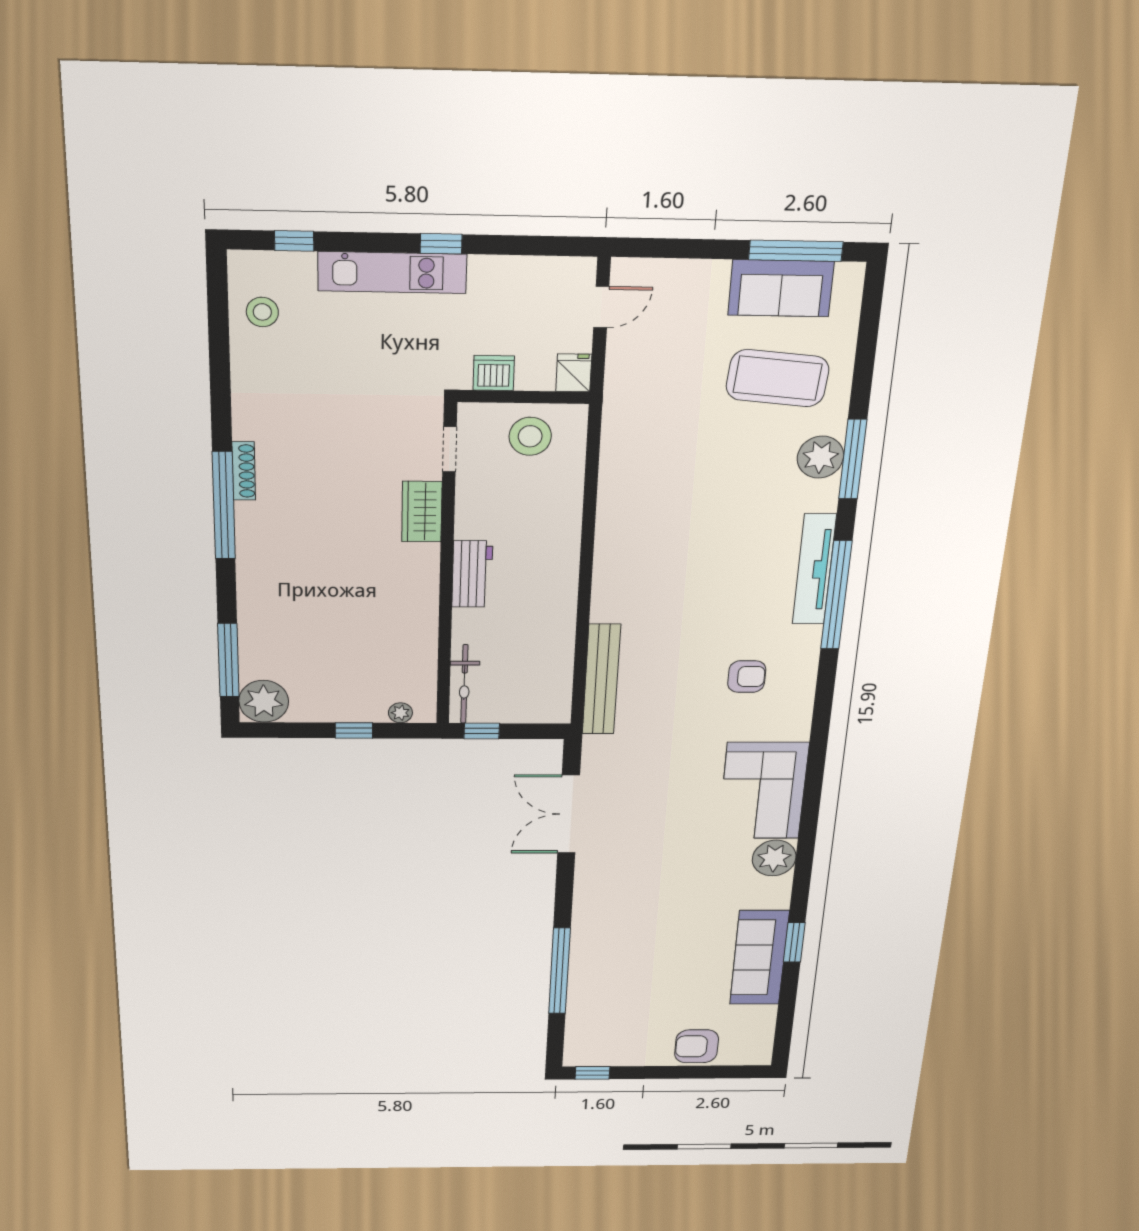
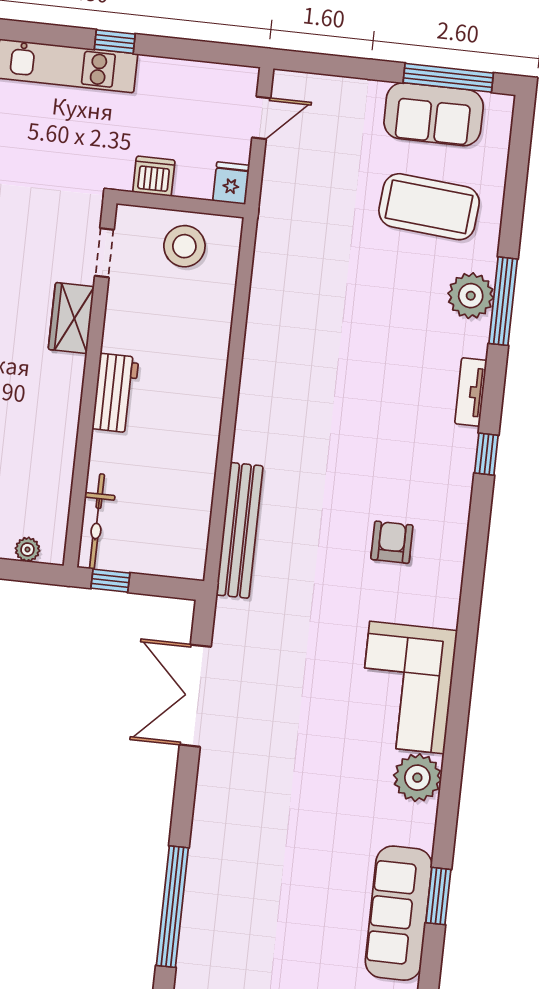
tv unit: (814, 569) -> (471, 392), width x0.52, depth x0.78
window: (836, 595) -> (486, 454), width x0.32
armchair: (747, 677) -> (392, 542), turned -90

